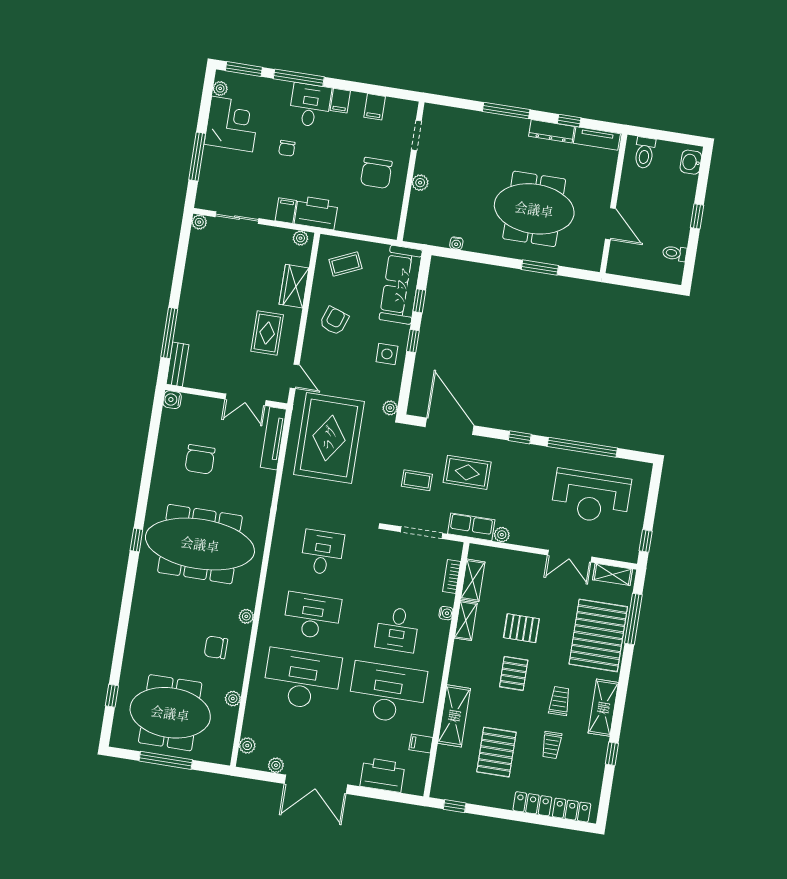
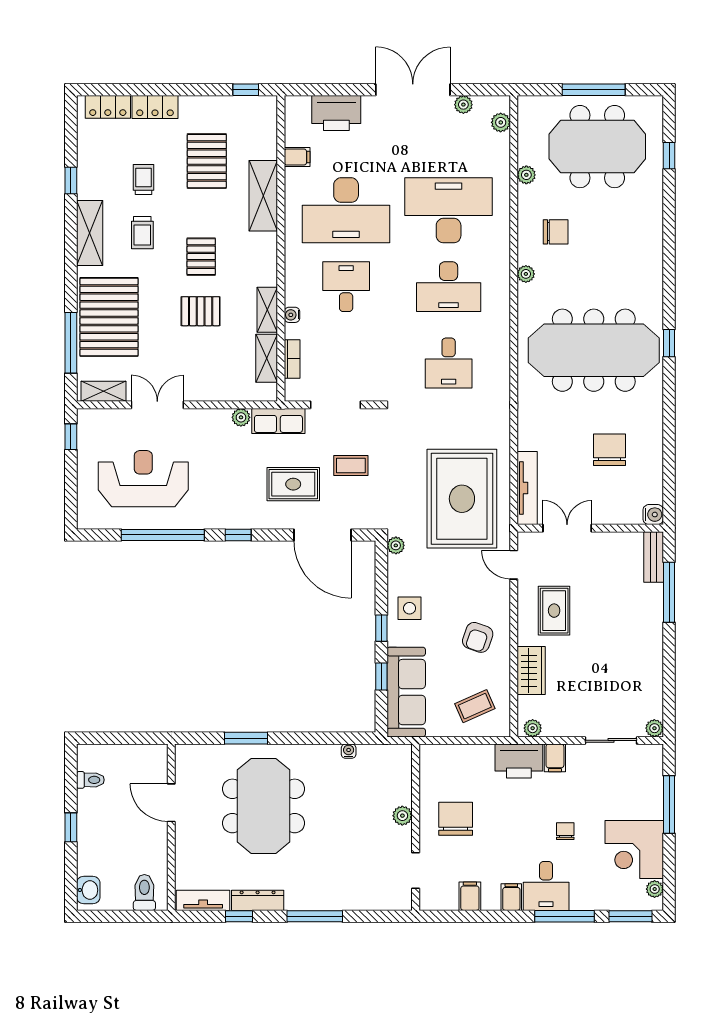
meeting table: (534, 209) -> (264, 806), turned 90
desk: (302, 679) -> (449, 210), turned 180

